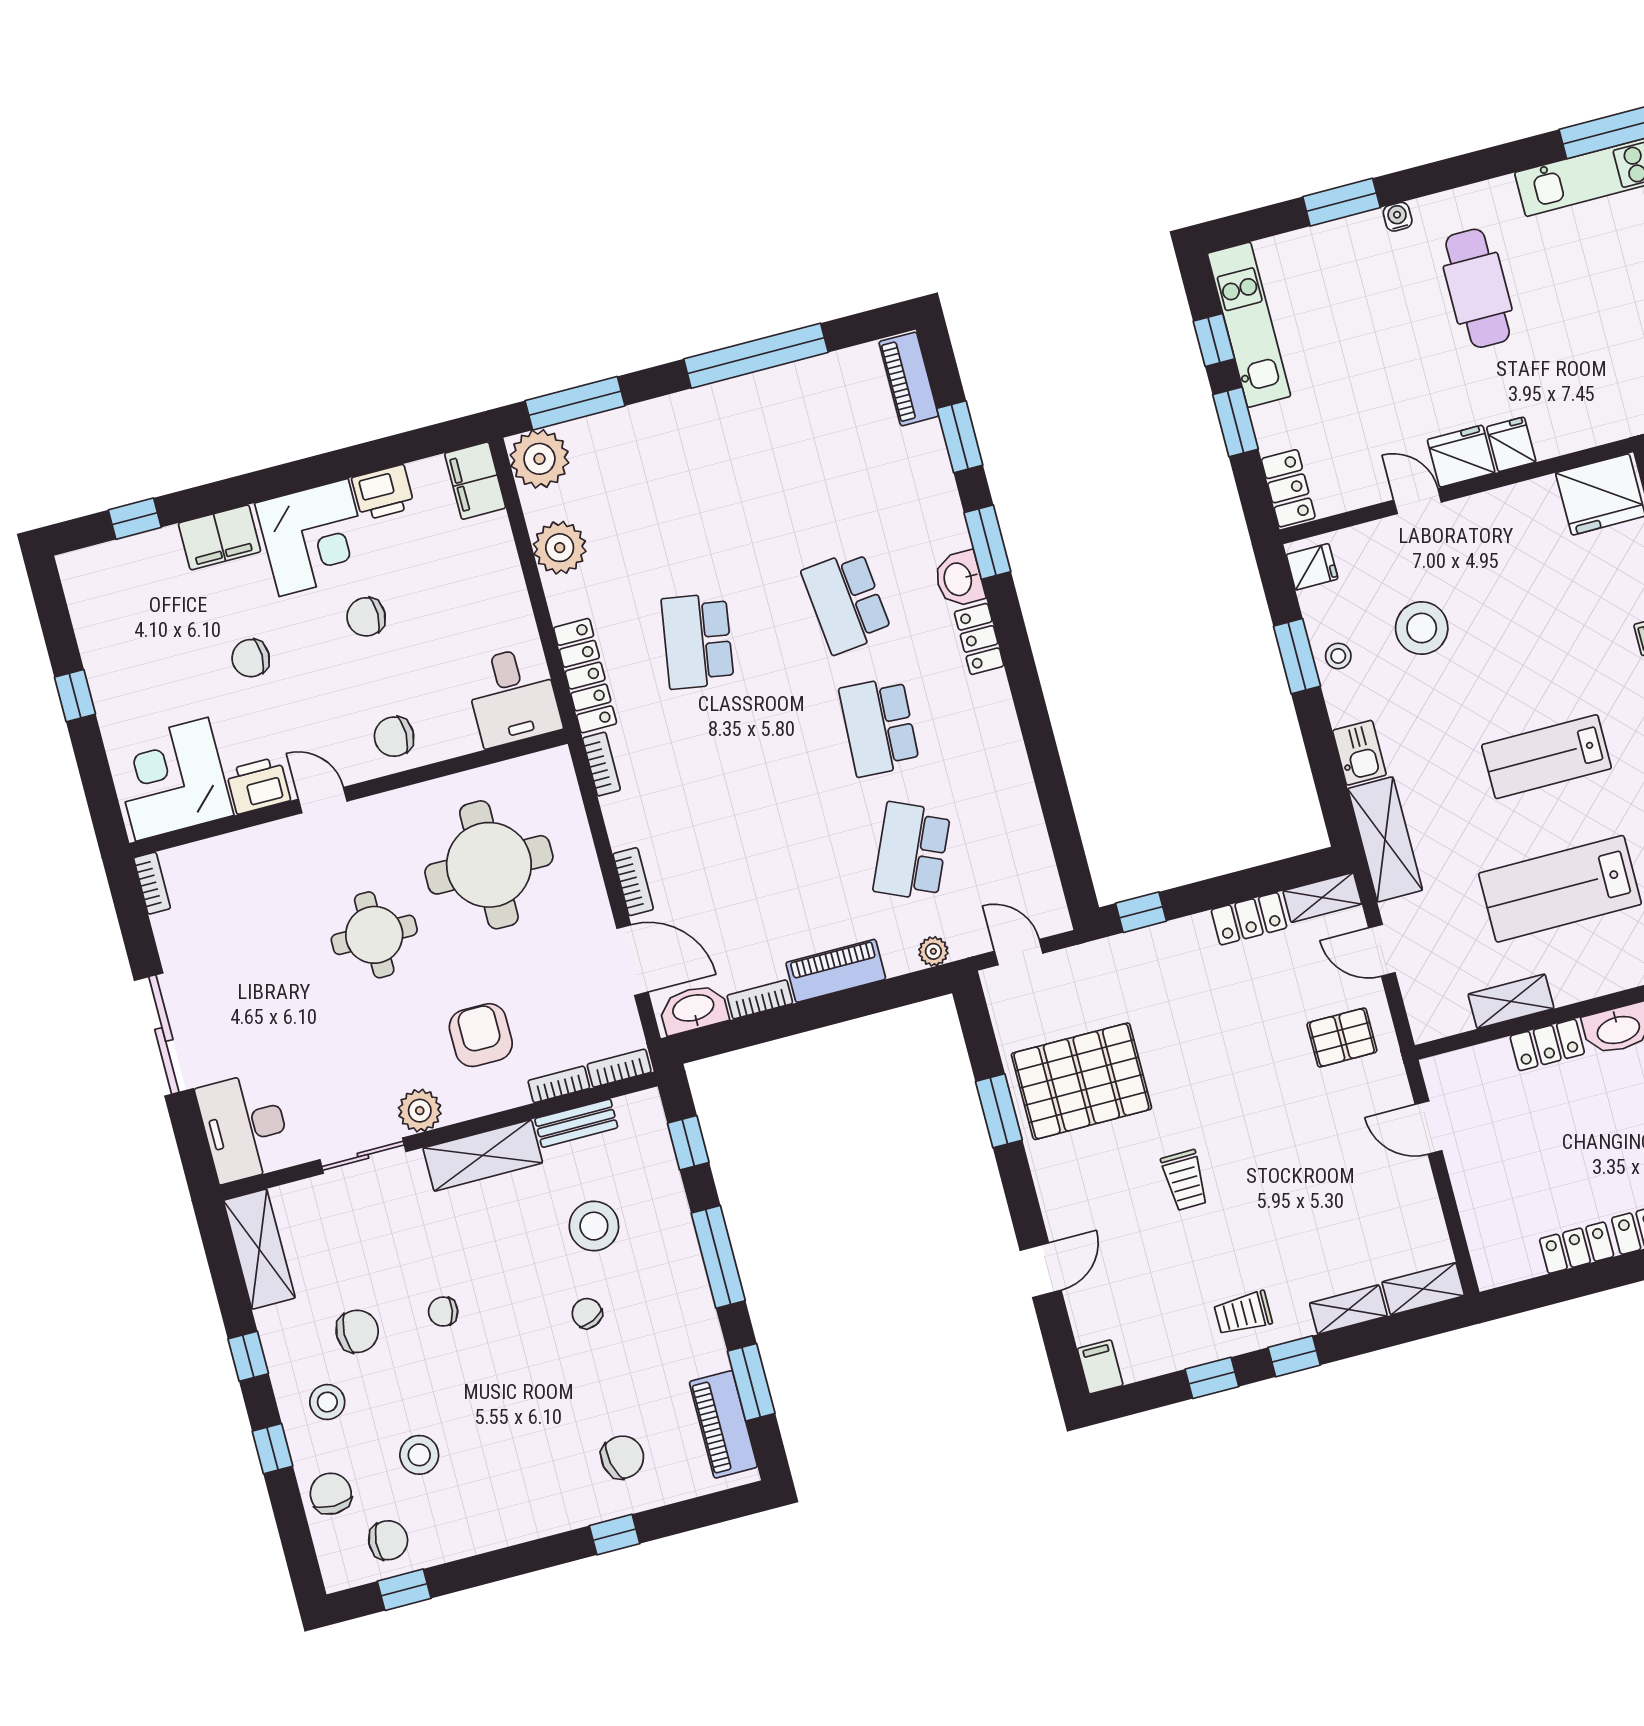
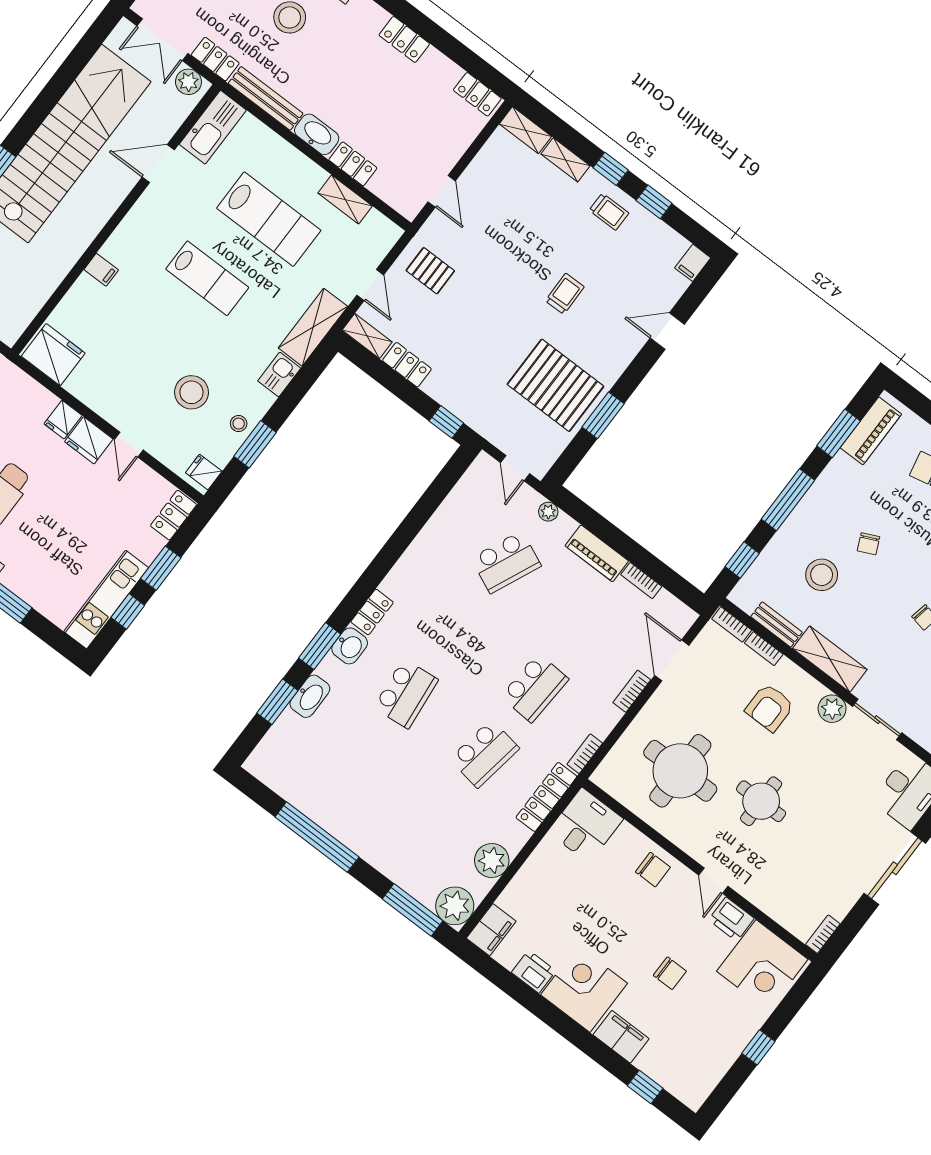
piano: (909, 379) -> (268, 751), removed
chair: (366, 617) -> (603, 931), removed
school desk: (879, 727) -> (535, 688), moved
washbasin: (693, 1009) -> (310, 696), moved, turned -90
locker: (1577, 1248) -> (477, 94), moved

